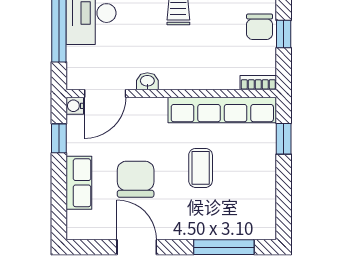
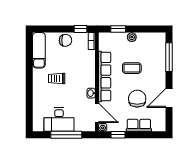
window: (284, 34) -> (81, 29), moved
row of seats: (222, 110) -> (105, 76), moved
plant: (266, 168) -> (132, 37), added
chair: (136, 179) -> (137, 99), turned 90

